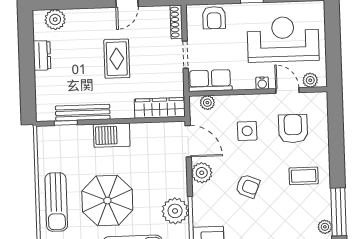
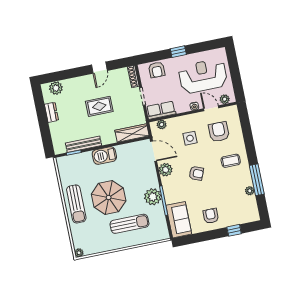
rug: (117, 59) -> (99, 106), turned 90

